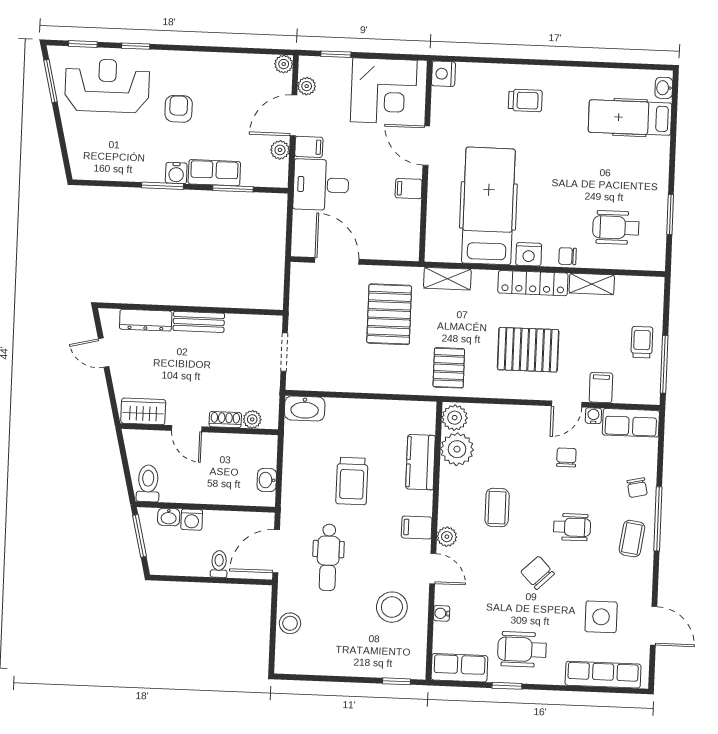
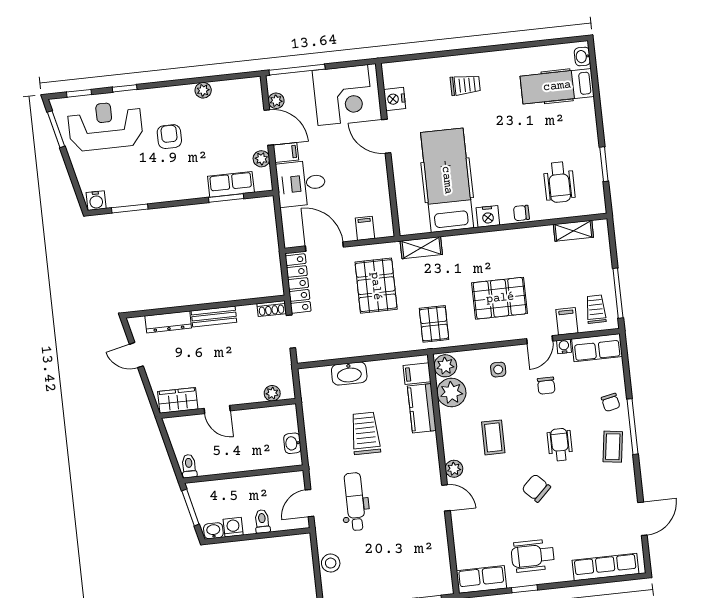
window: (336, 54) -> (297, 70), width x2.17
plant: (284, 64) -> (203, 90), moved
nightstand: (443, 74) -> (395, 99), moved
door: (294, 115) -> (269, 127), swing flipped
water cooler: (176, 173) -> (96, 201), moved
row of seats: (214, 173) -> (231, 184), moved
window: (163, 186) -> (130, 208), moved
filing cabinet: (409, 189) -> (365, 228), moved, turned 90
wheelchair: (616, 228) -> (559, 182), turned -90
locker: (533, 283) -> (298, 283), moved, turned -90
shelving: (592, 284) -> (573, 231), moved
trolley: (642, 342) -> (596, 309), moved
washbasin: (305, 408) -> (349, 374), moved
shoe rack: (225, 420) -> (271, 309), moved, turned 180
chair: (566, 457) -> (546, 386), turned 180
trolley: (352, 481) -> (365, 433), turned 180
toilet: (148, 483) -> (189, 466), width x0.73, depth x0.72
washbasin: (169, 517) -> (213, 531), moved, turned 180
washing machine: (192, 520) -> (233, 527), moved, turned 180
filing cabinet: (417, 527) -> (417, 374), moved
wheelchair: (572, 527) -> (560, 445), turned -90
door: (276, 551) -> (310, 503), width x0.73
dental chair: (328, 557) -> (355, 502), turned 180
stool: (392, 607) -> (416, 536), removed
water cooler: (442, 613) -> (459, 535), removed
side table: (601, 617) -> (498, 370), moved, width x0.54, depth x0.54
door: (654, 626) -> (642, 519), hinge flipped

